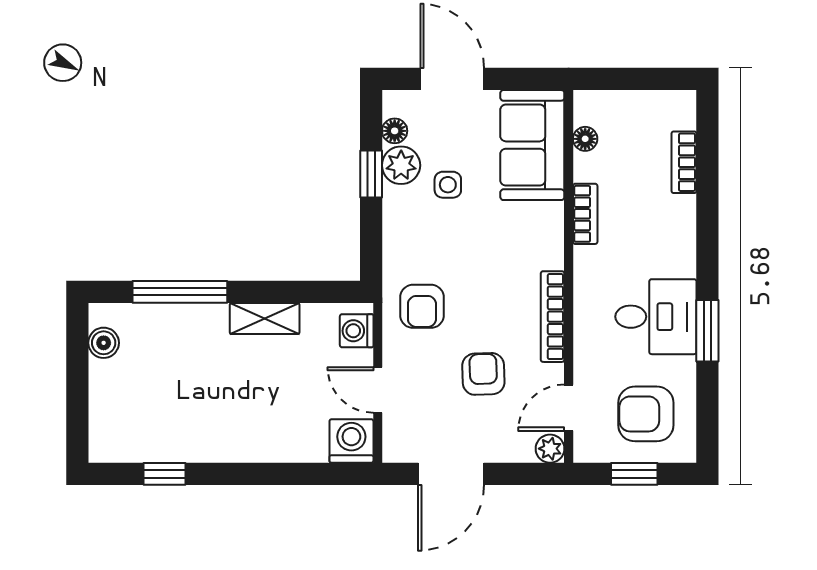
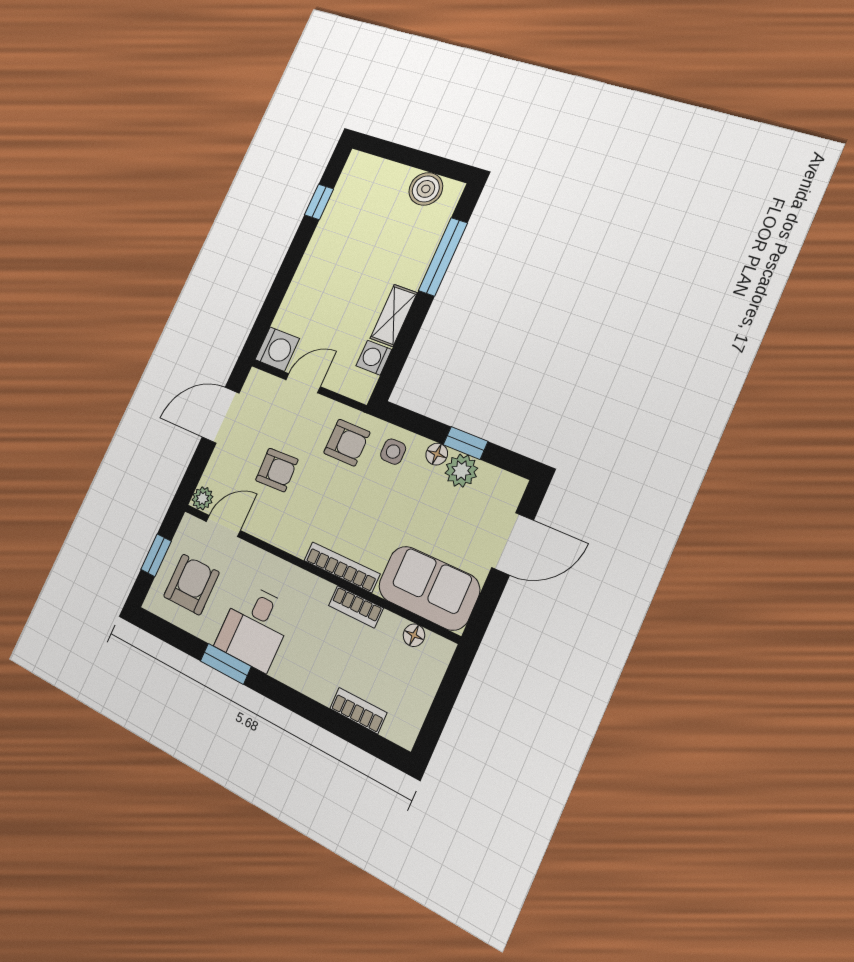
floor lamp: (395, 131) -> (437, 454), moved
side table: (448, 185) -> (393, 452), moved
armchair: (422, 306) -> (347, 443), turned 180
bookcase: (553, 317) -> (342, 567), moved
washing machine: (357, 331) -> (374, 358), moved, turned -90
boiler: (104, 343) -> (426, 189), width x1.36, depth x1.36
door: (569, 408) -> (223, 526), hinge flipped
door: (451, 474) -> (221, 415), hinge flipped

